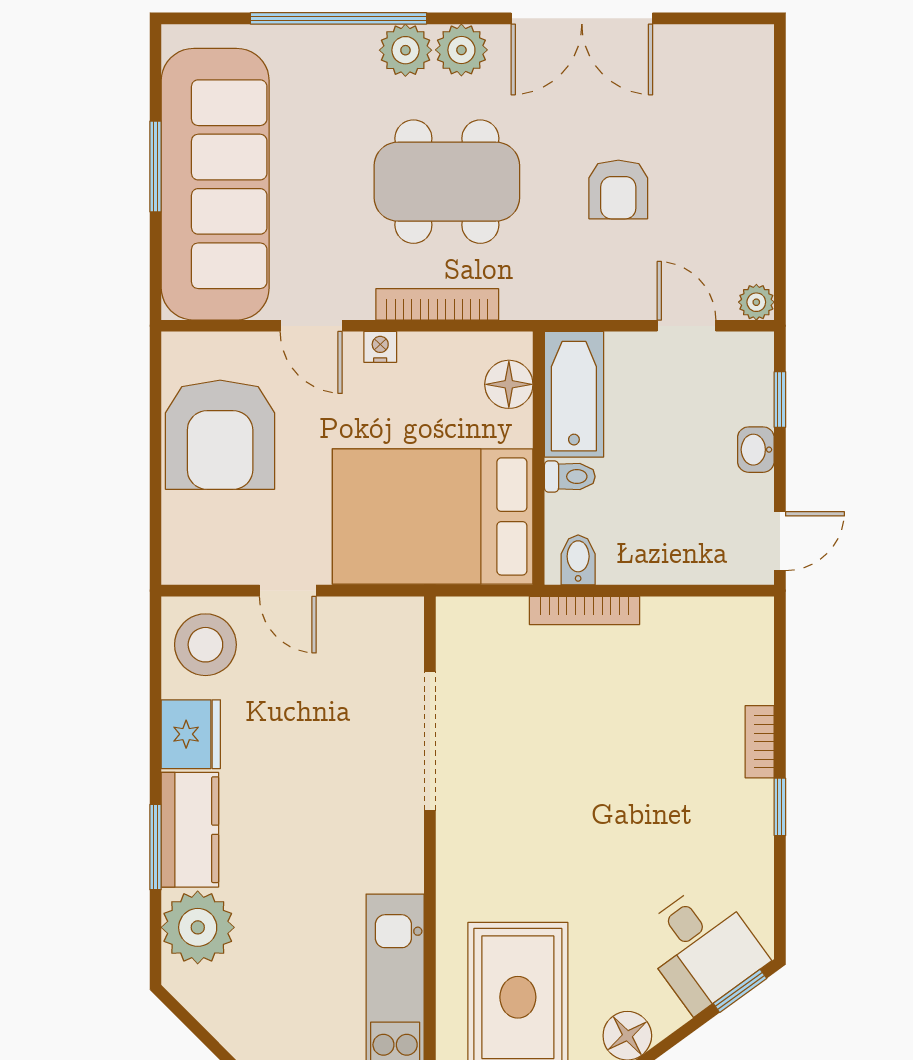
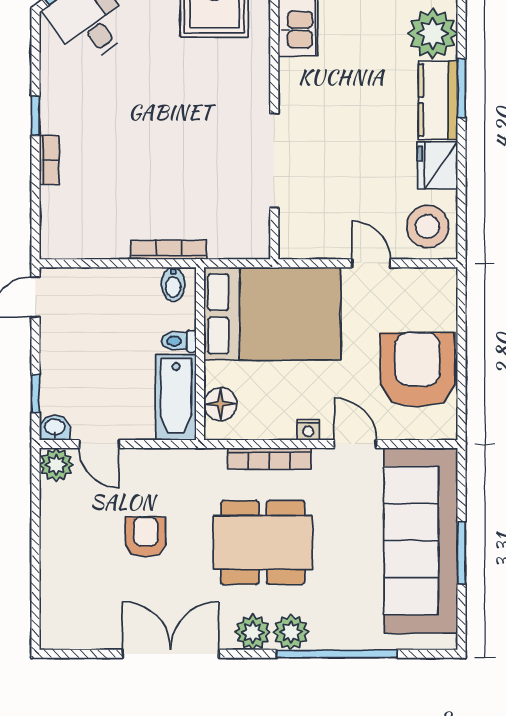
plant: (756, 302) -> (56, 465), width x1.38, depth x1.38
washbasin: (756, 450) -> (55, 428), moved, turned -90

